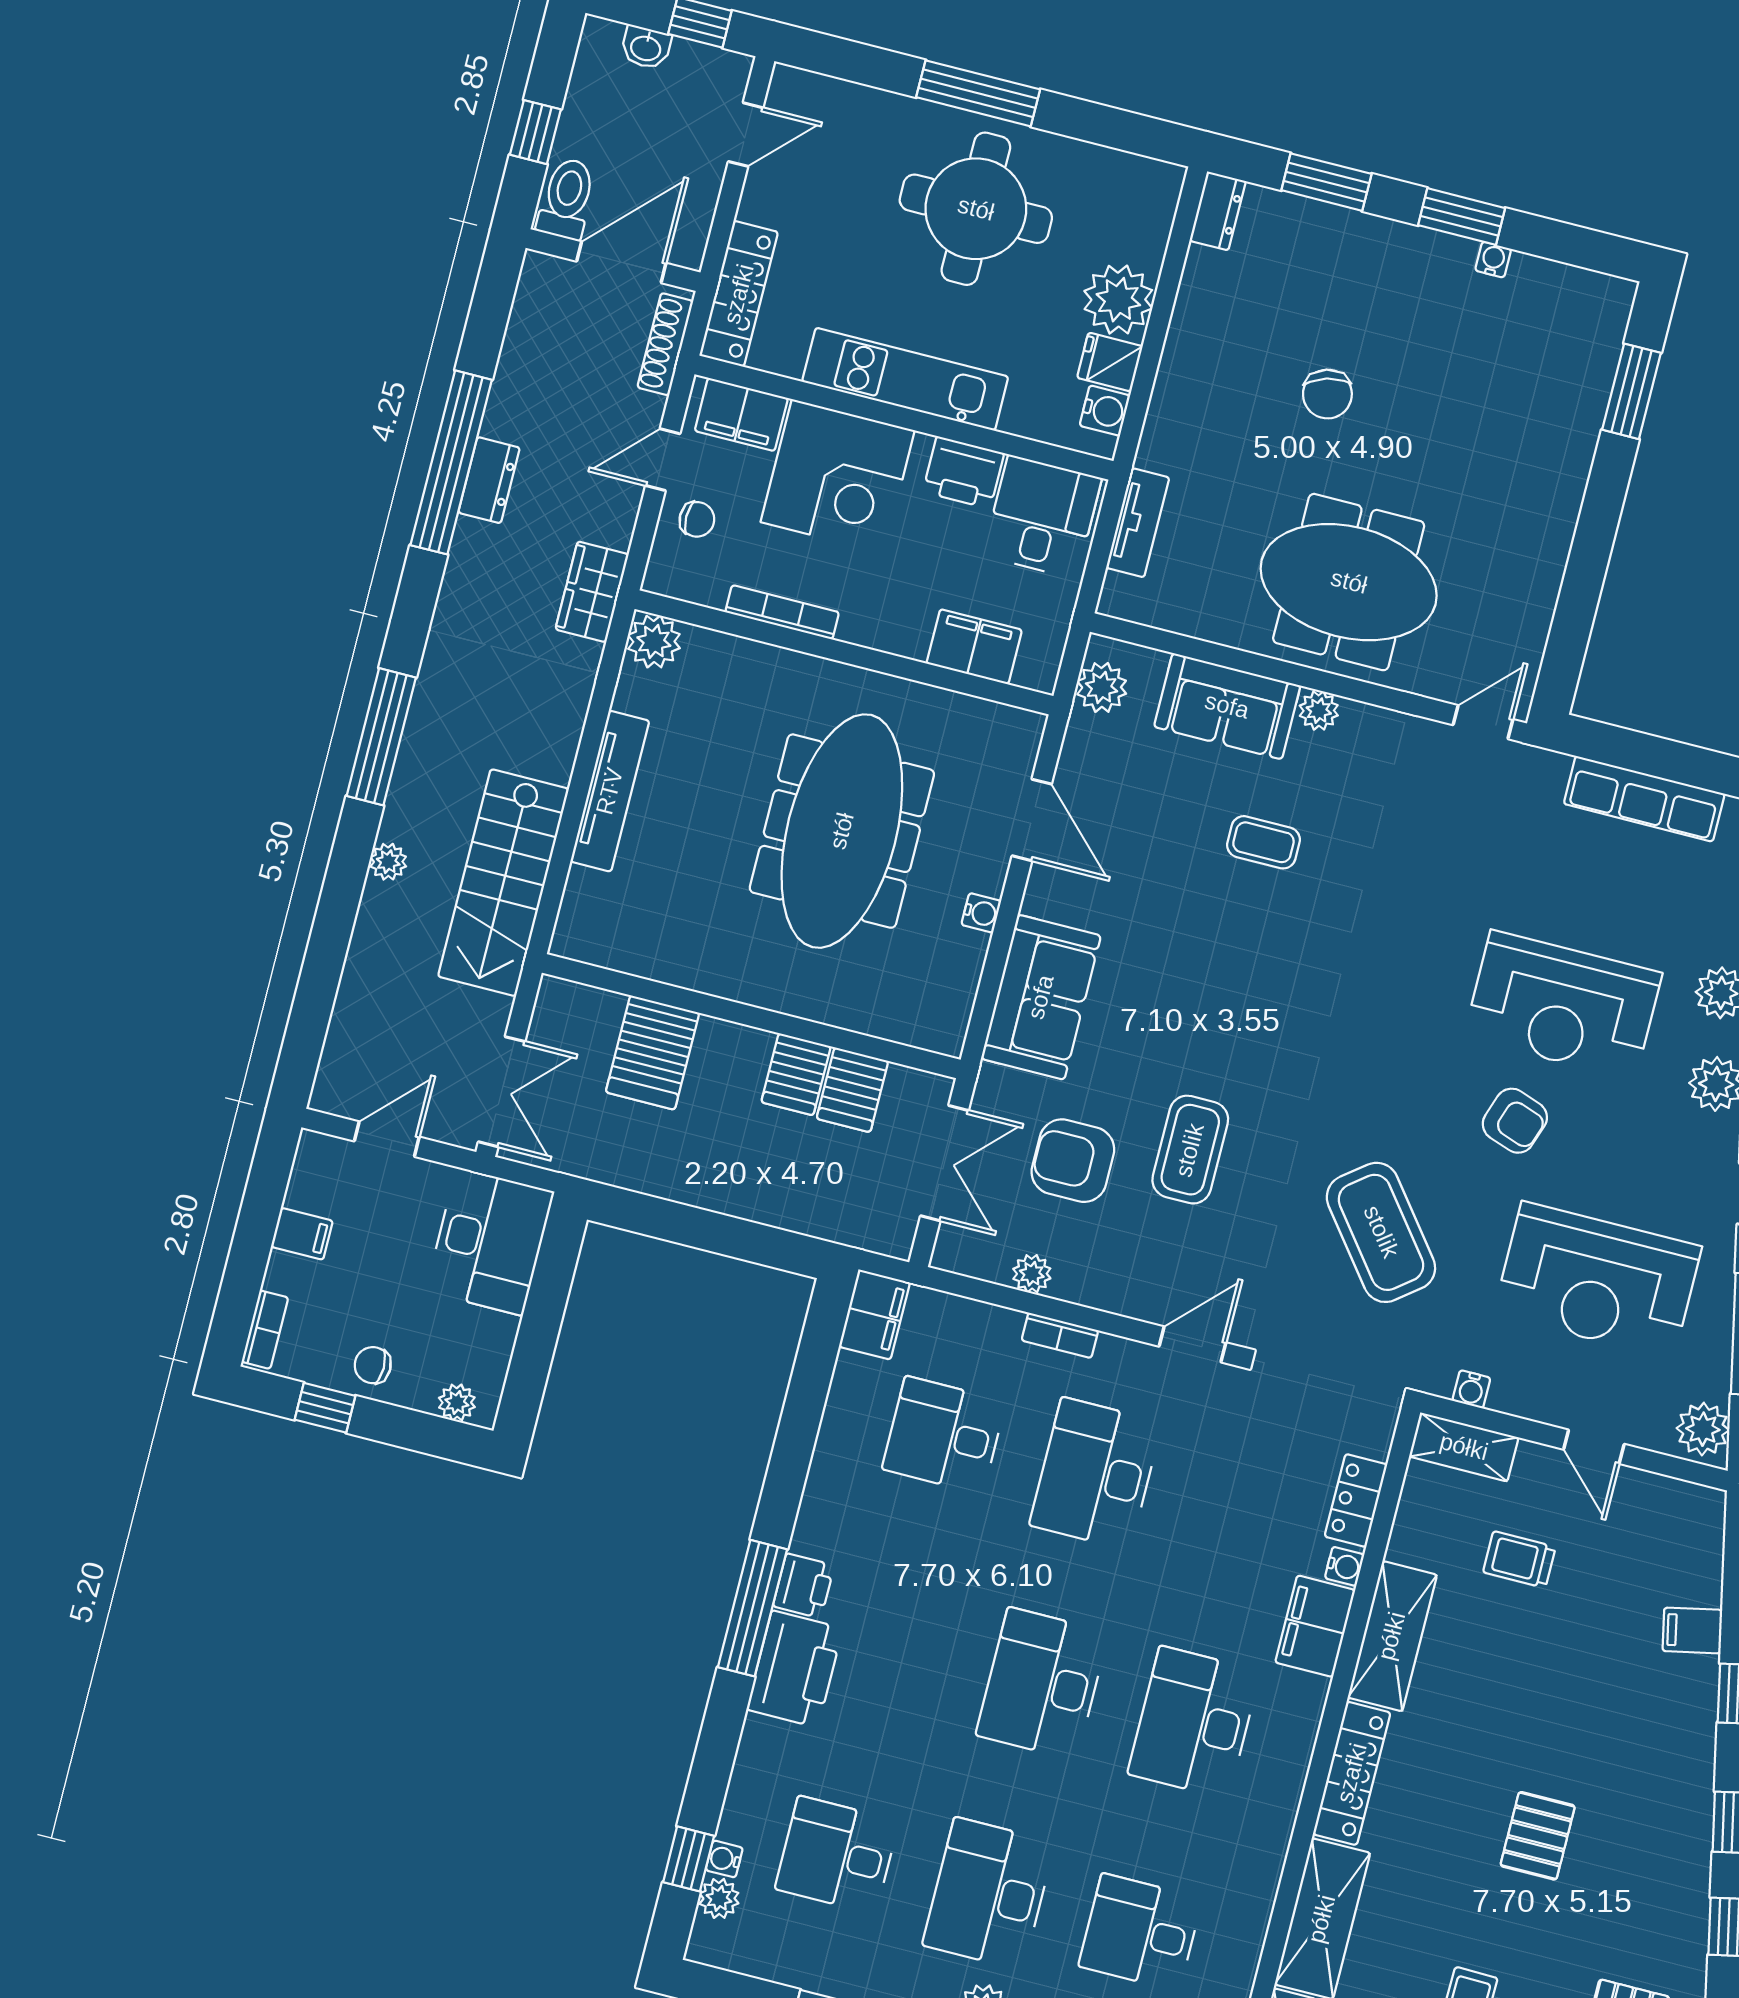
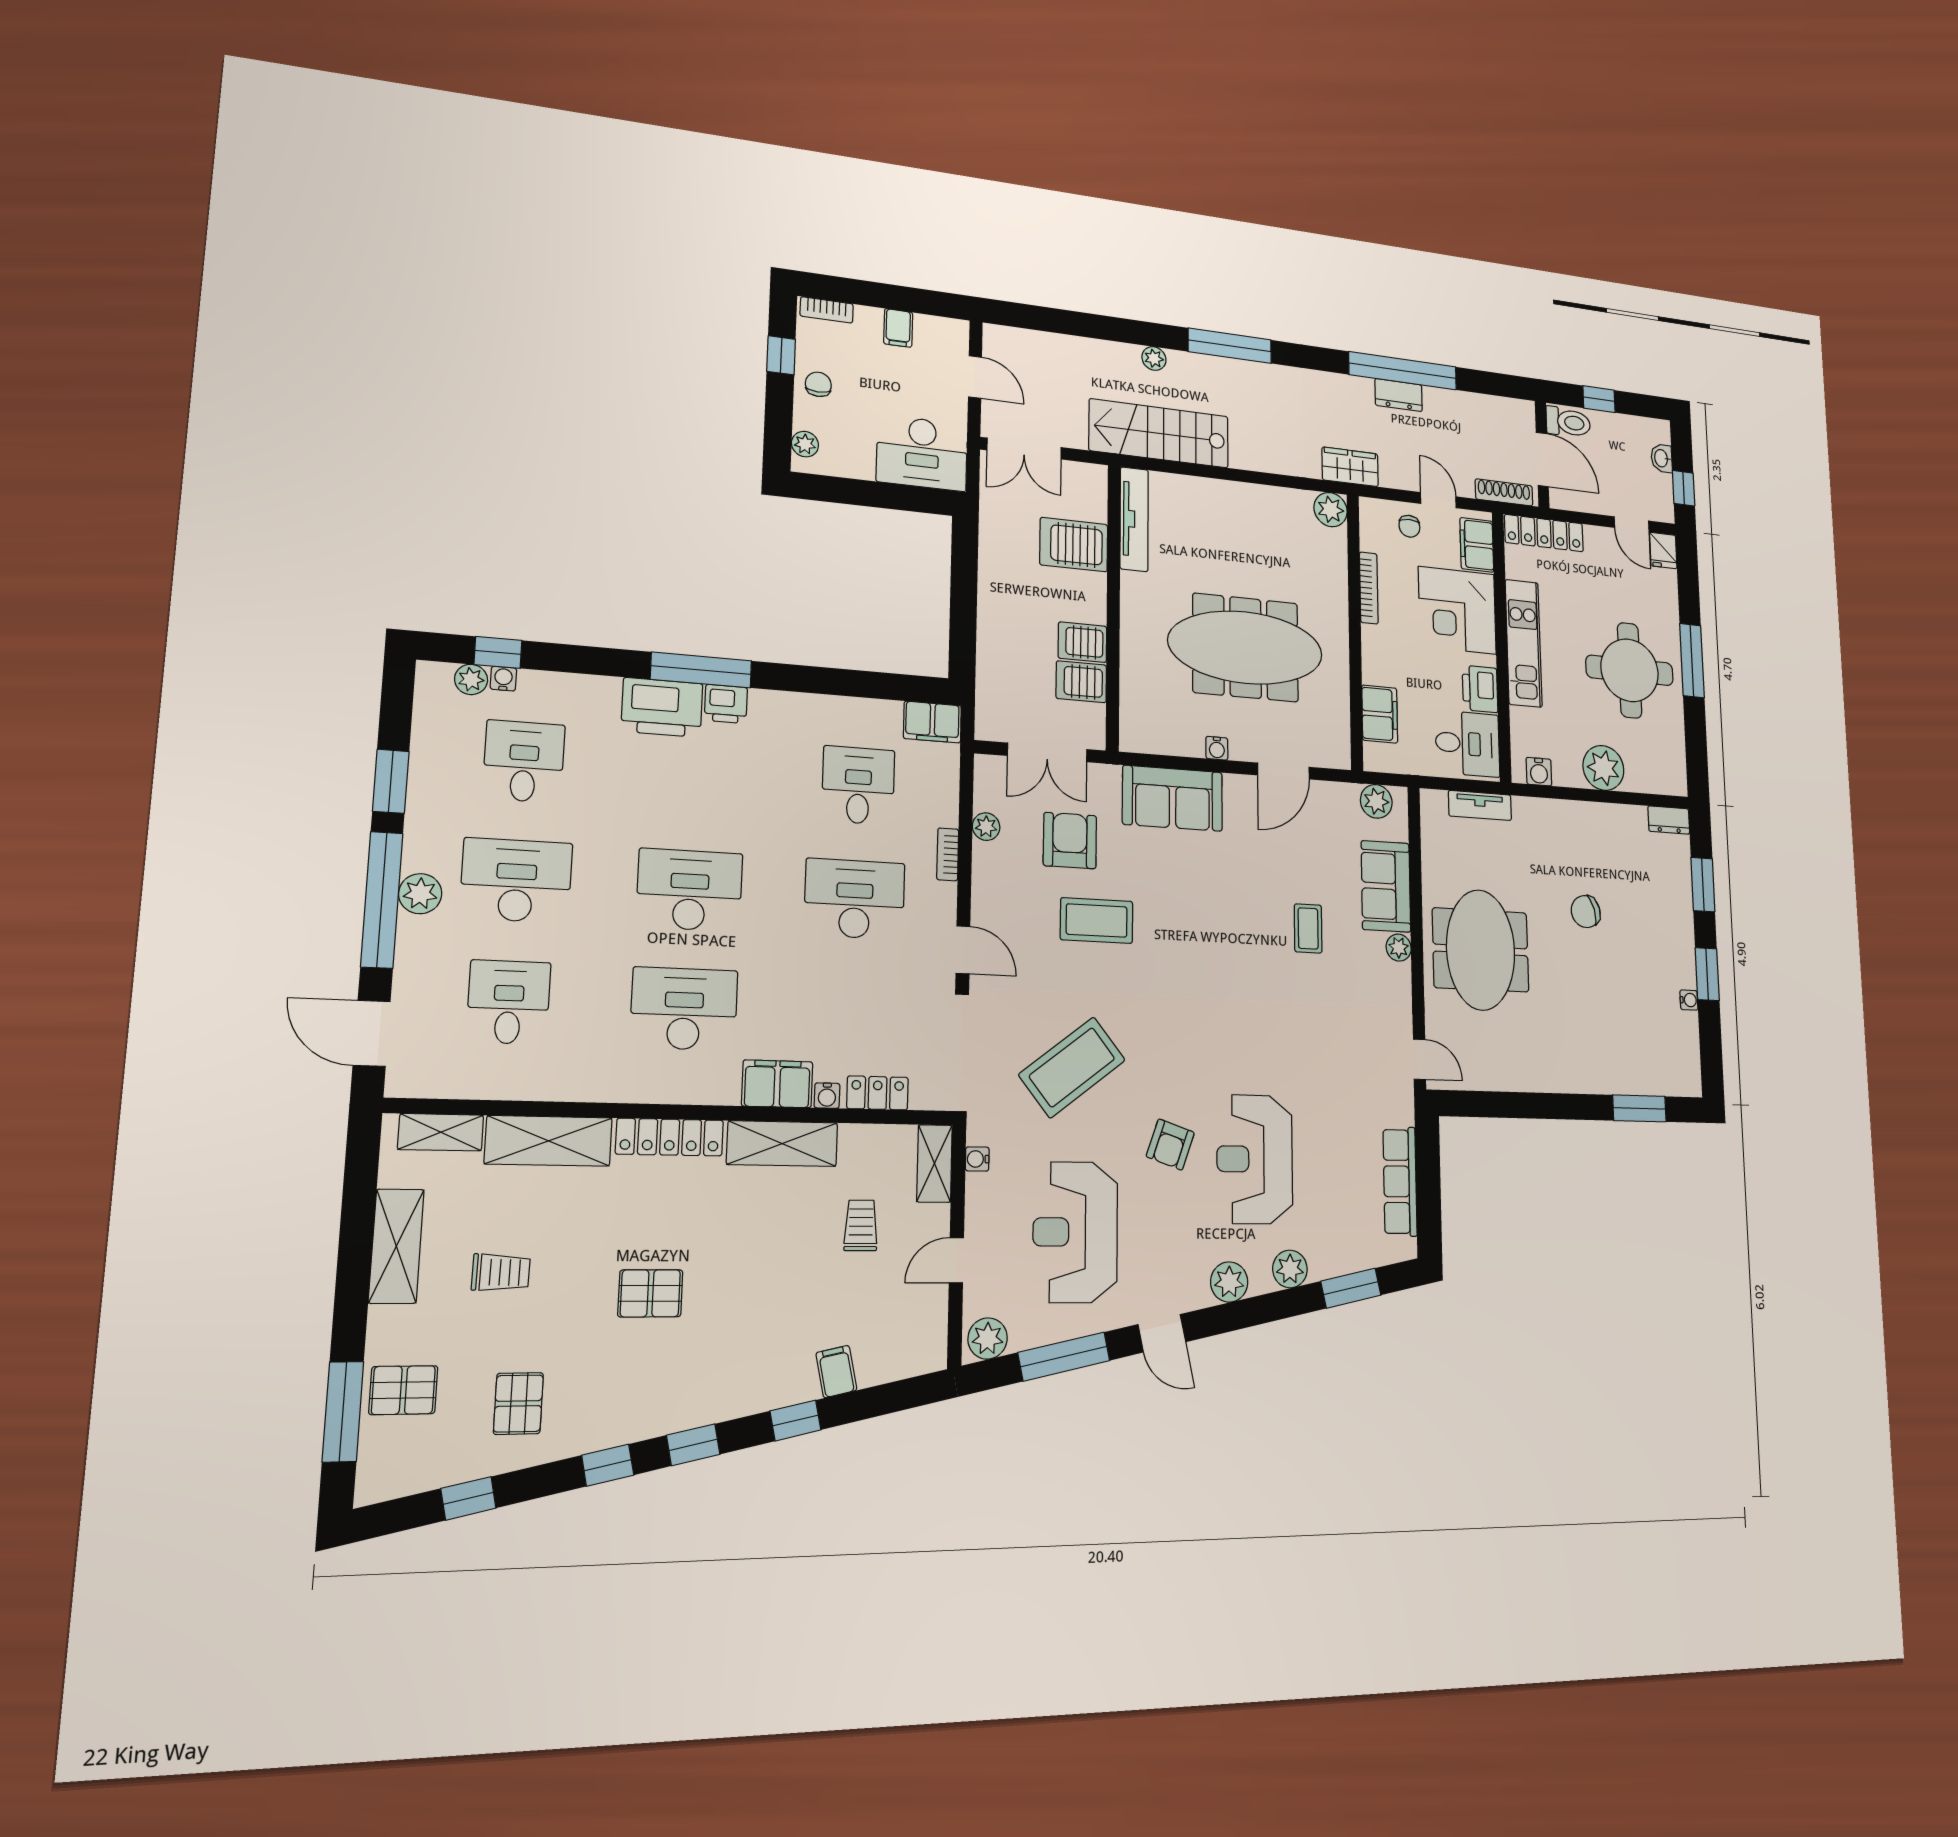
fridge: (1110, 362) -> (1663, 550), moved, turned 180
tv unit: (610, 791) -> (1134, 519), moved, turned -90

